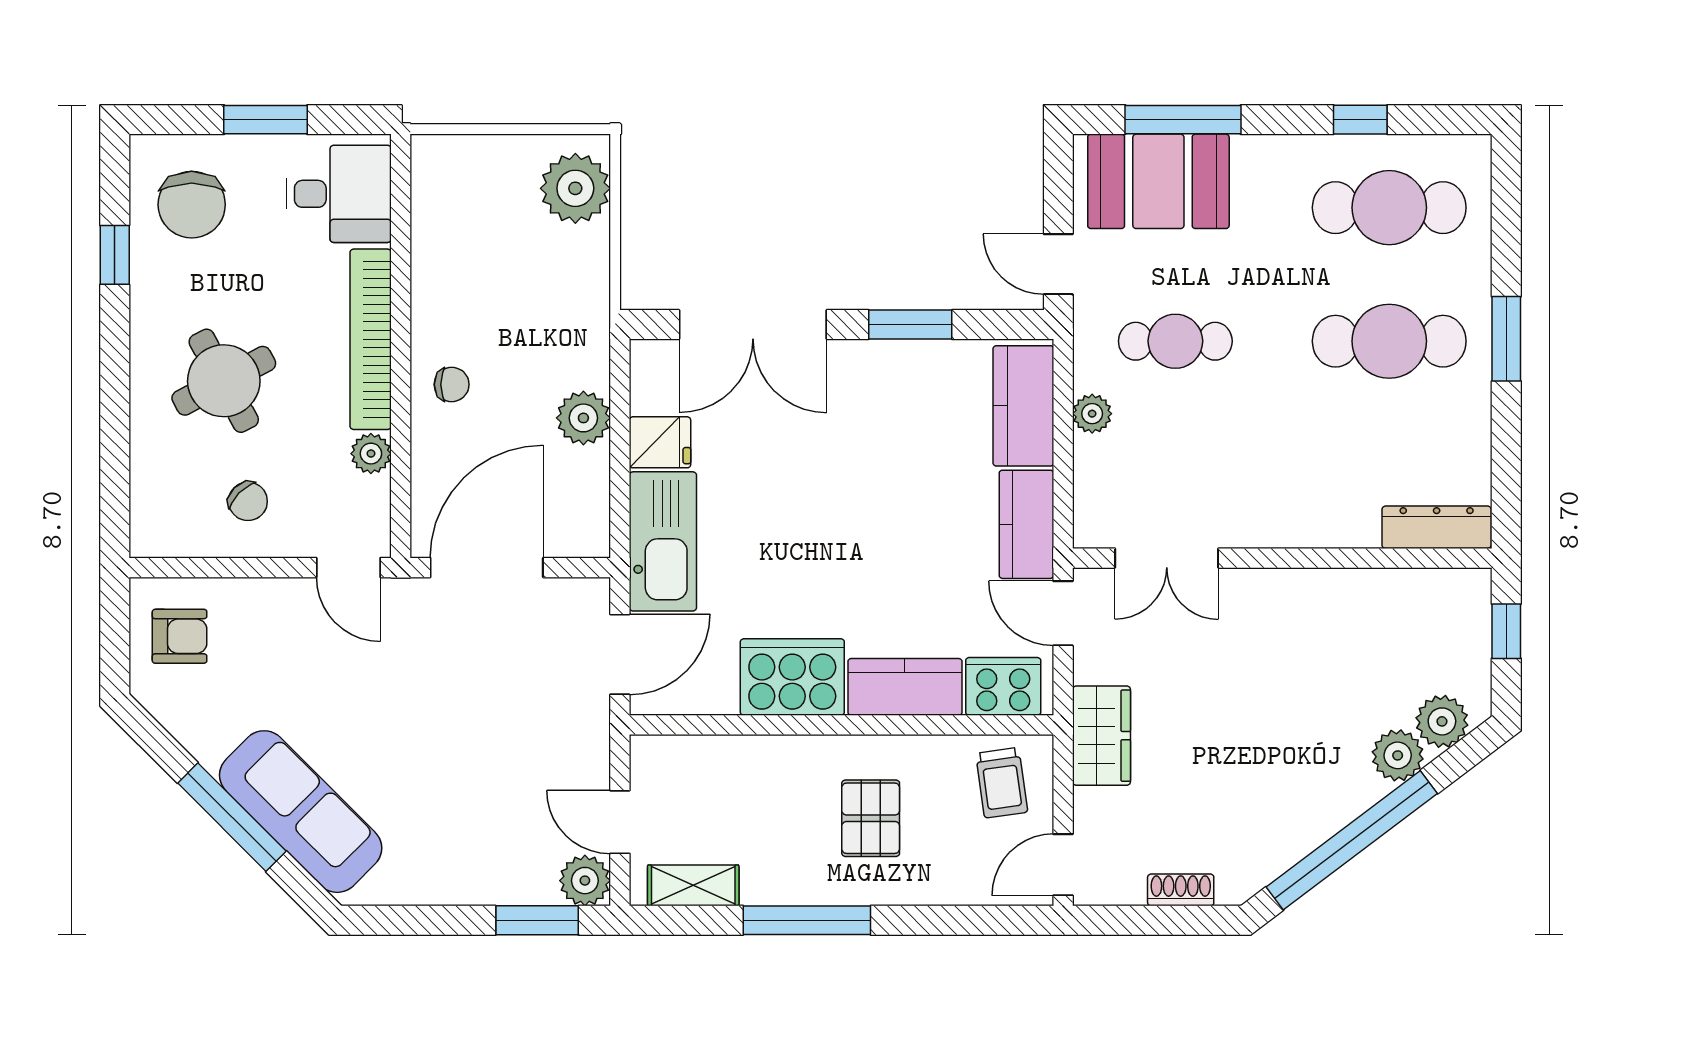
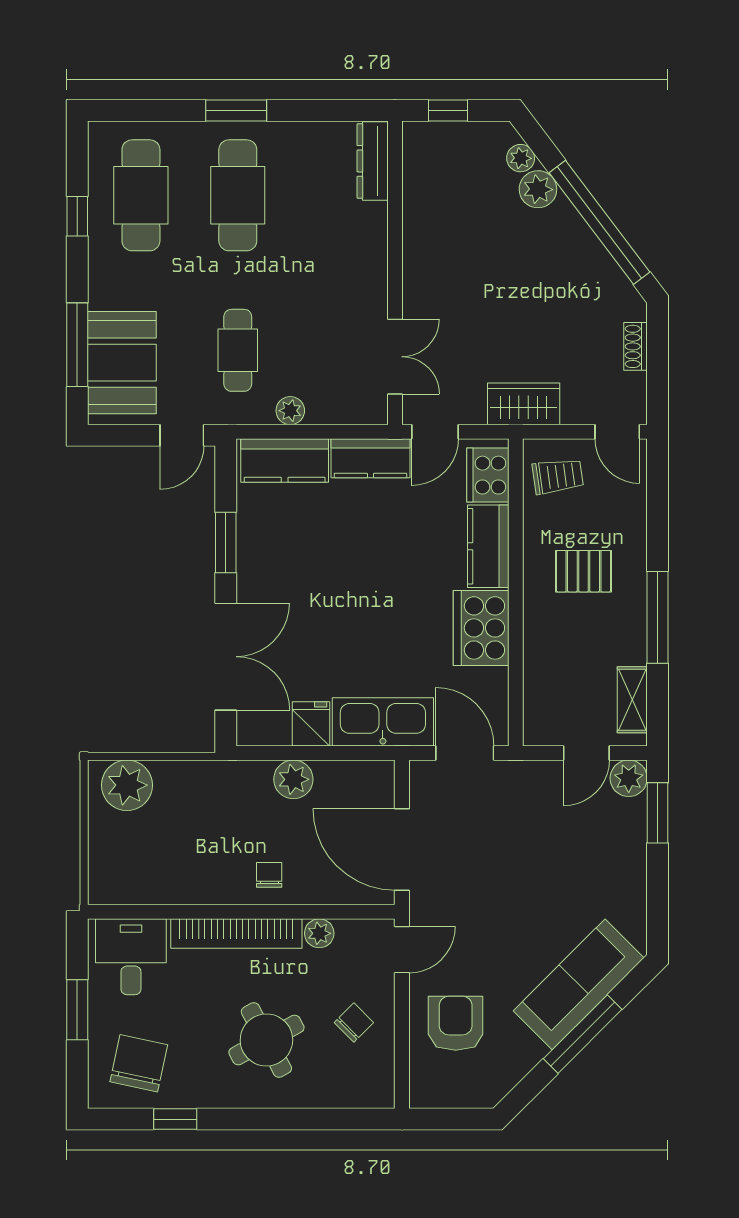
chair: (192, 205) -> (139, 1063), turned -78
armchair: (180, 636) -> (456, 1023), moved, width x1.38, depth x1.38
plant: (1442, 721) -> (521, 158), width x0.73, depth x0.73

